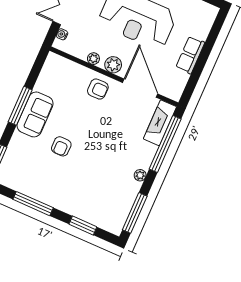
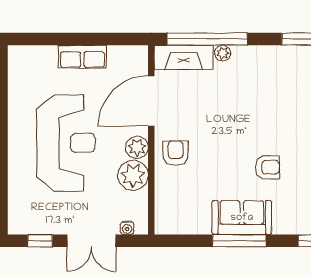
plant: (93, 59) -> (133, 175), width x1.87, depth x1.87
plant: (140, 175) -> (223, 53), moved

